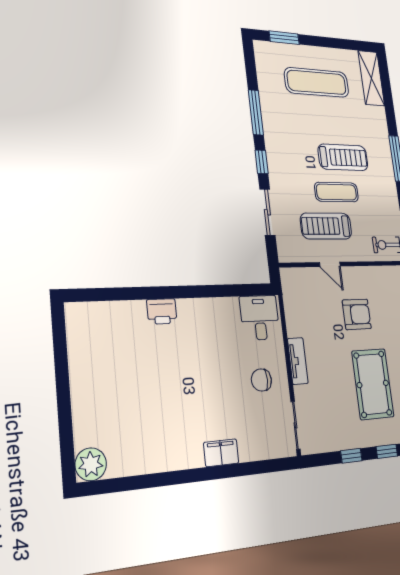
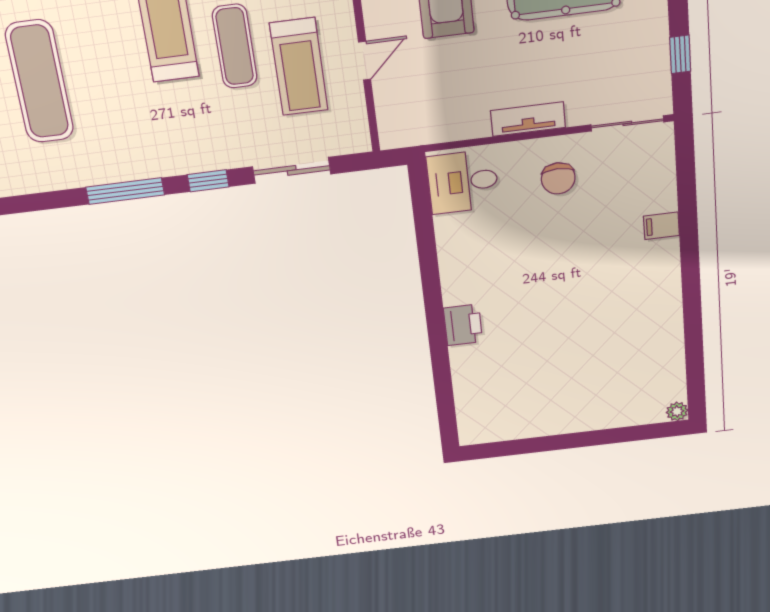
filing cabinet: (221, 453) -> (661, 226), width x0.50
window: (351, 456) -> (680, 54), moved
plant: (91, 464) -> (677, 411), width x0.53, depth x0.53

